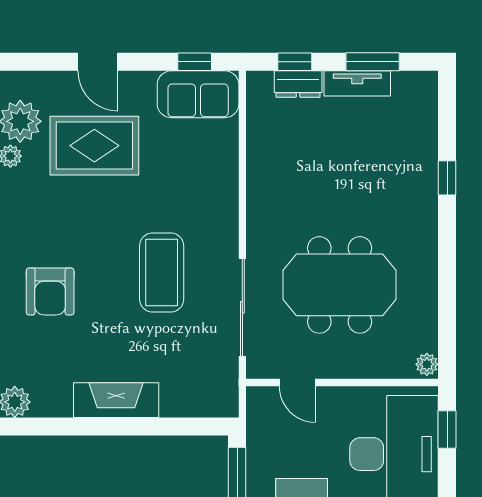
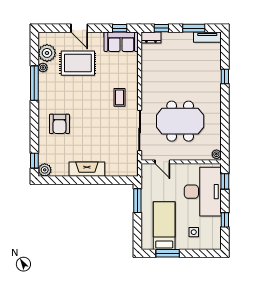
tv unit: (357, 83) -> (207, 37), moved
dresser: (298, 84) -> (151, 37), moved
coffee table: (162, 273) -> (120, 97), moved, width x0.54, depth x0.58

